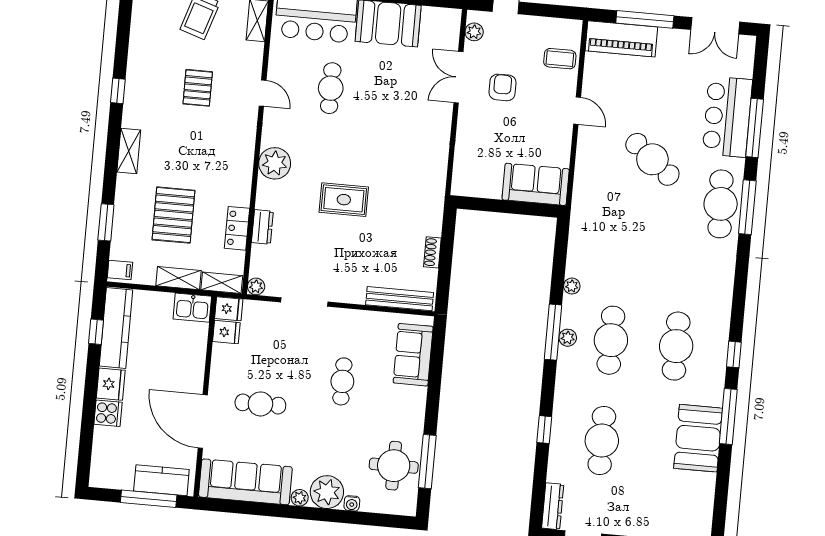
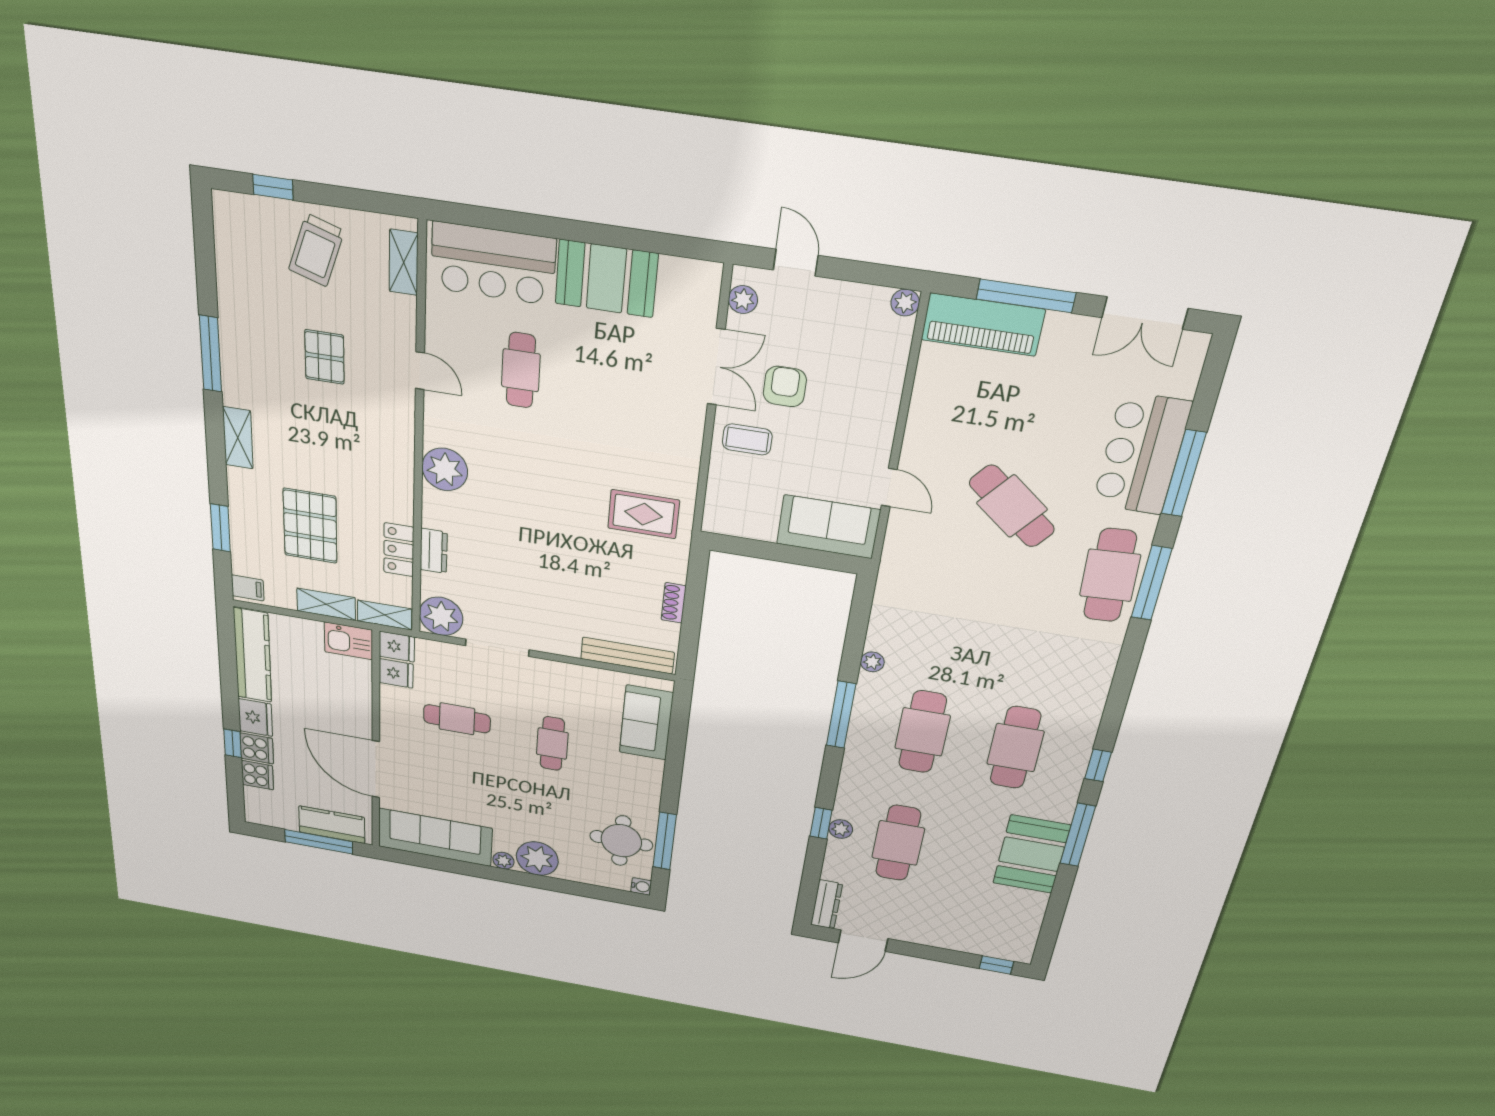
plant: (573, 28) -> (905, 303), added
coffee table: (560, 59) -> (747, 439), moved
double door: (458, 77) -> (716, 367), swing flipped
window: (118, 91) -> (211, 354), width x2.17
door: (577, 111) -> (889, 488), moved
rug: (344, 200) -> (644, 514), moved
plant: (256, 286) -> (441, 616), width x1.87, depth x1.87
window: (96, 332) -> (233, 743), moved
plant: (568, 338) -> (841, 829), moved
cafe table: (260, 404) -> (457, 719), moved
cooker: (105, 439) -> (257, 775), added
water cooler: (352, 503) -> (641, 886), moved, turned -90

